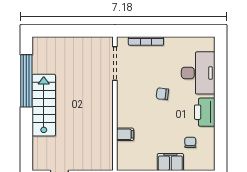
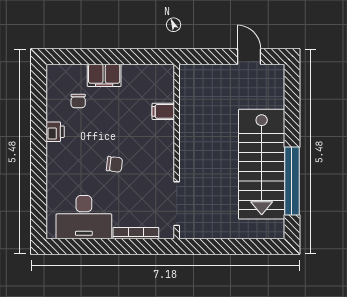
desk: (198, 73) -> (84, 217), moved, turned -90
stairs: (44, 105) -> (262, 164), width x1.36, depth x1.51
printer: (205, 112) -> (55, 132), width x0.53, depth x0.68

